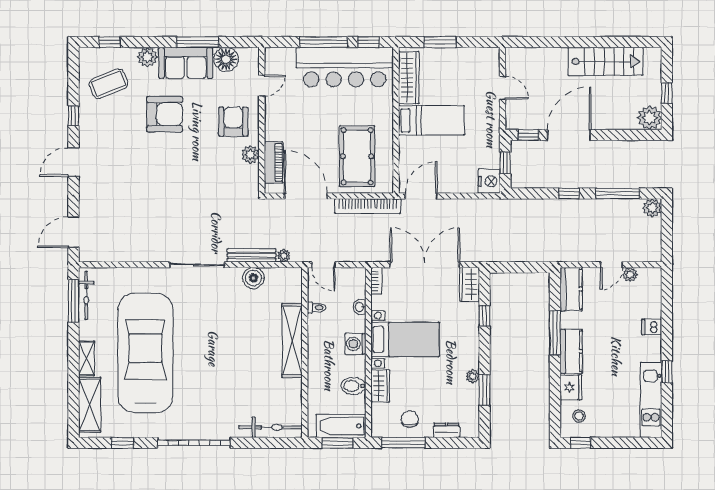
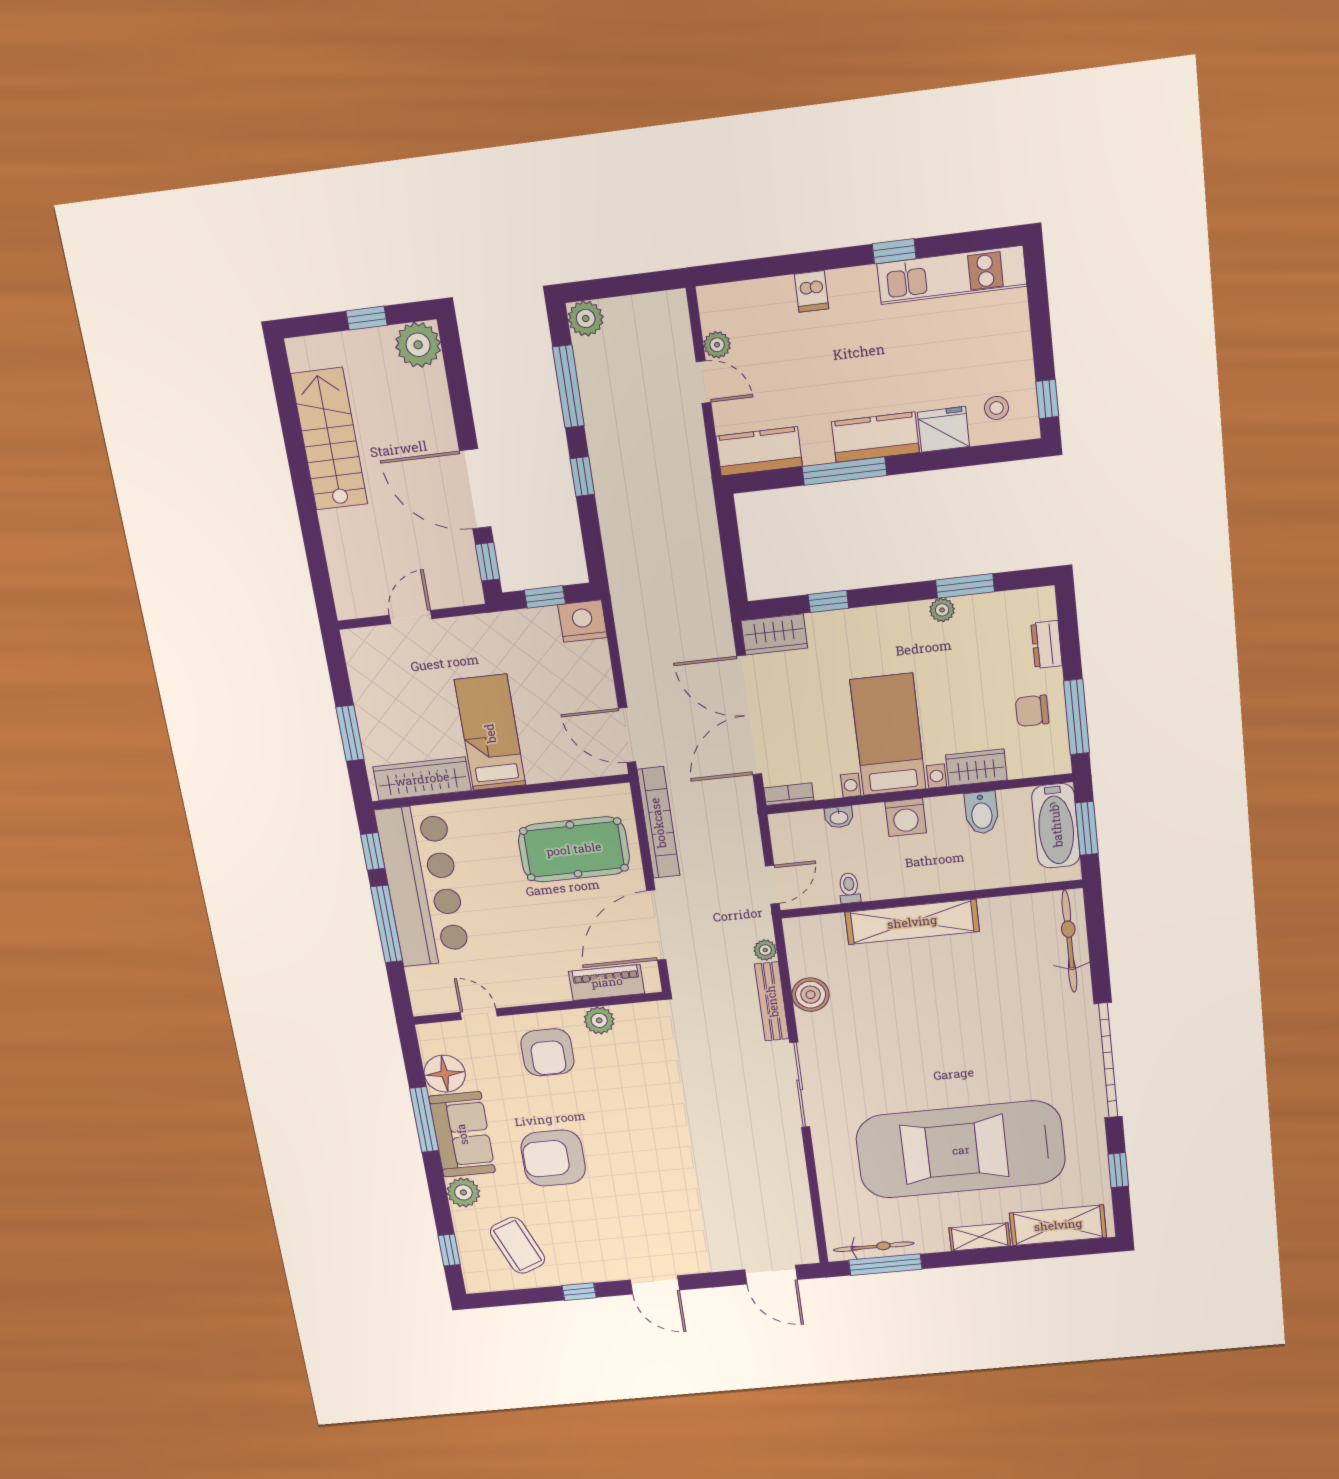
armchair: (165, 114) -> (553, 1158), turned -90
armchair: (233, 122) -> (547, 1052), turned -90

